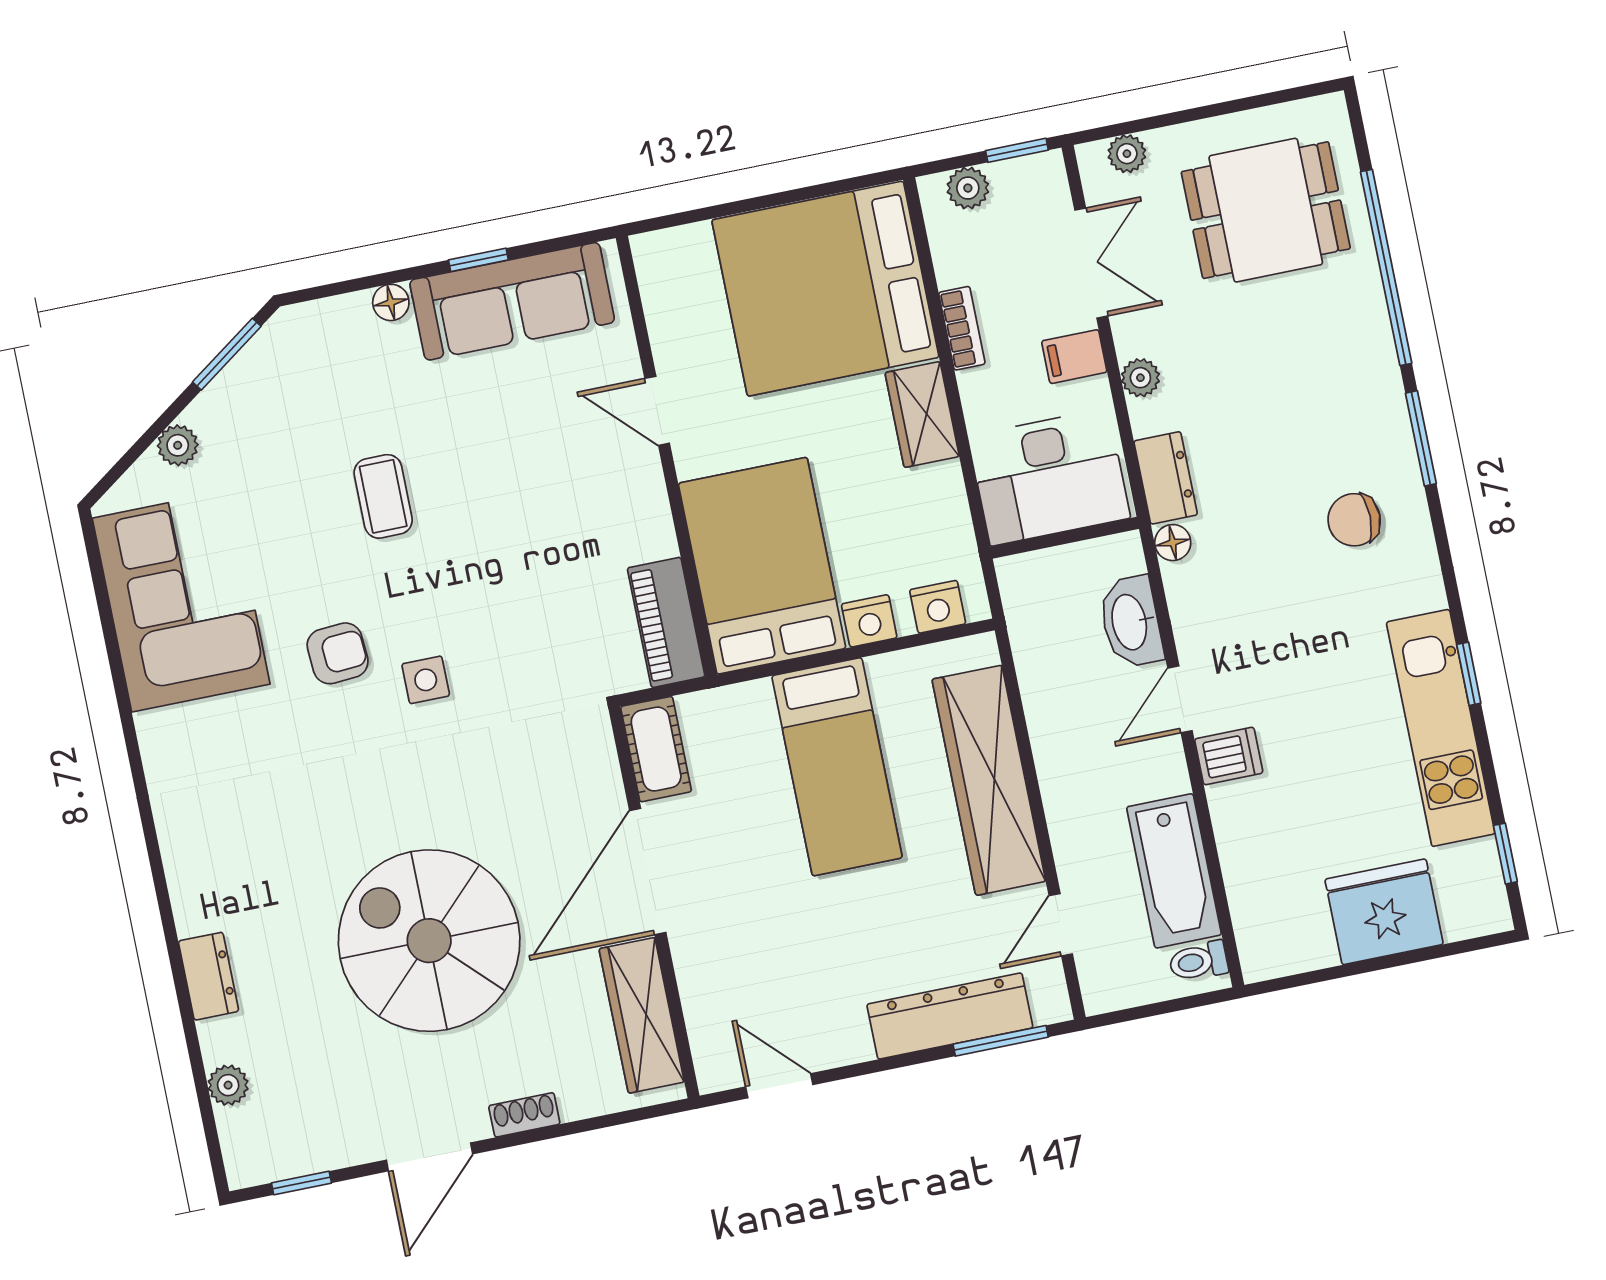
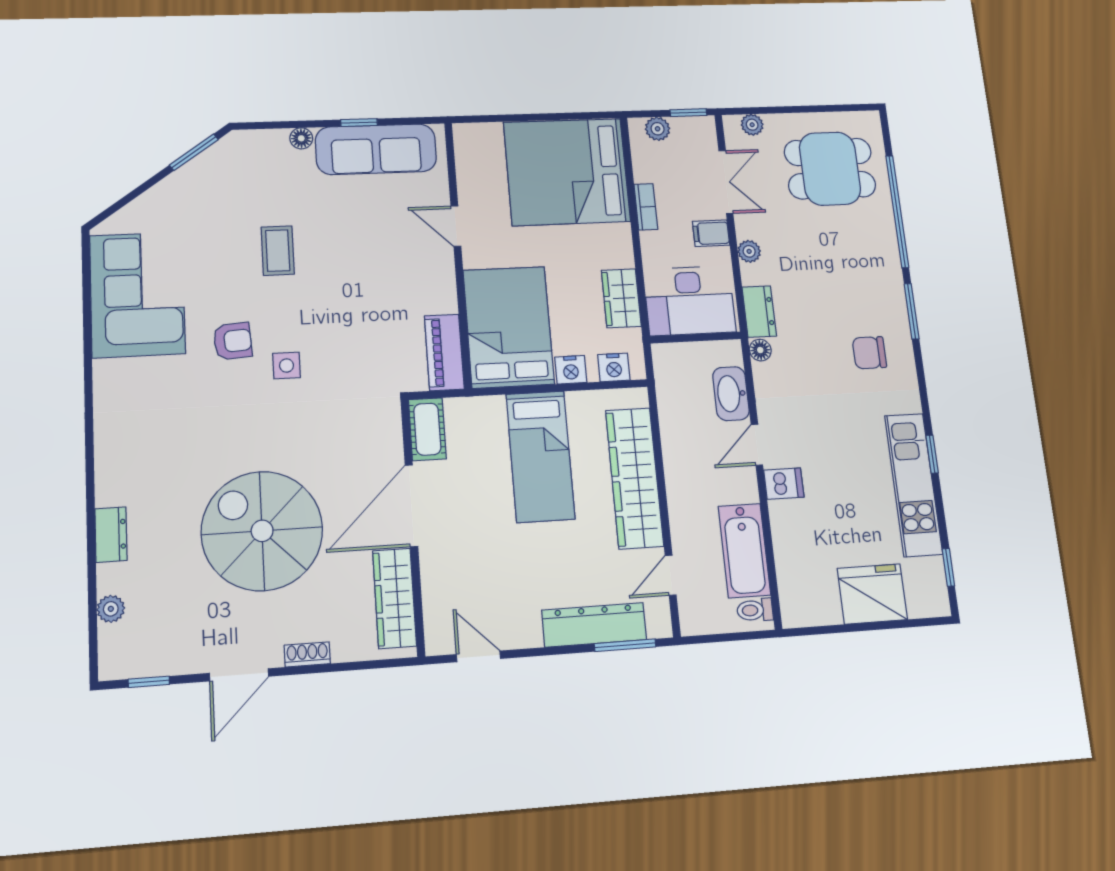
wardrobe: (922, 415) -> (621, 298), moved
plant: (178, 445) -> (153, 201), removed

